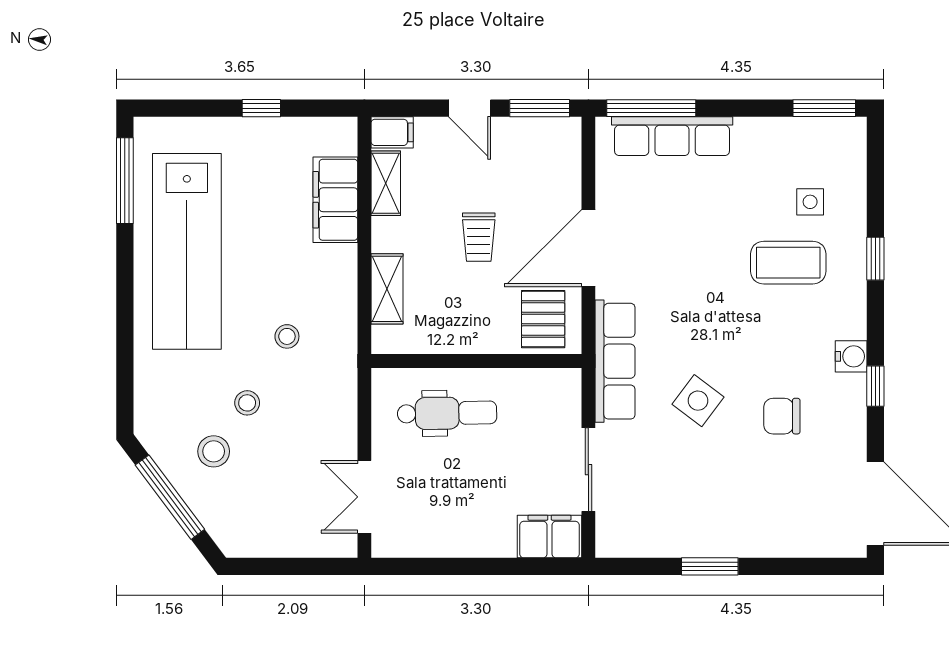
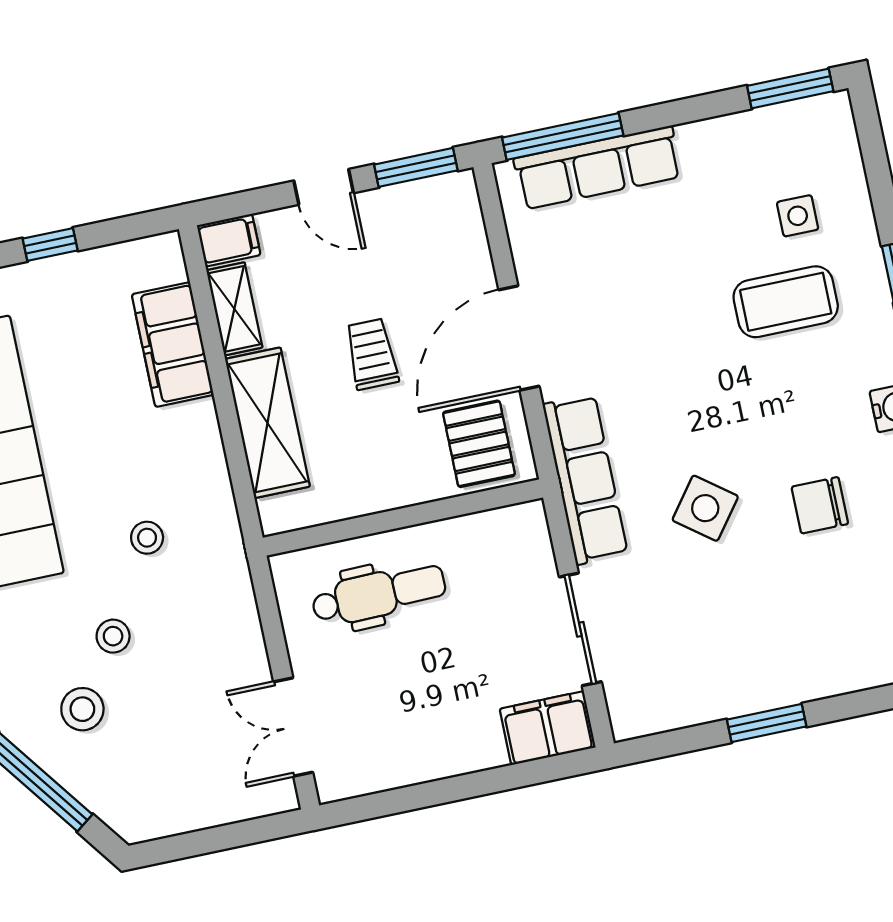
trolley: (479, 237) -> (372, 354), turned 180
shelving: (387, 289) -> (267, 423), width x1.50, depth x1.33

